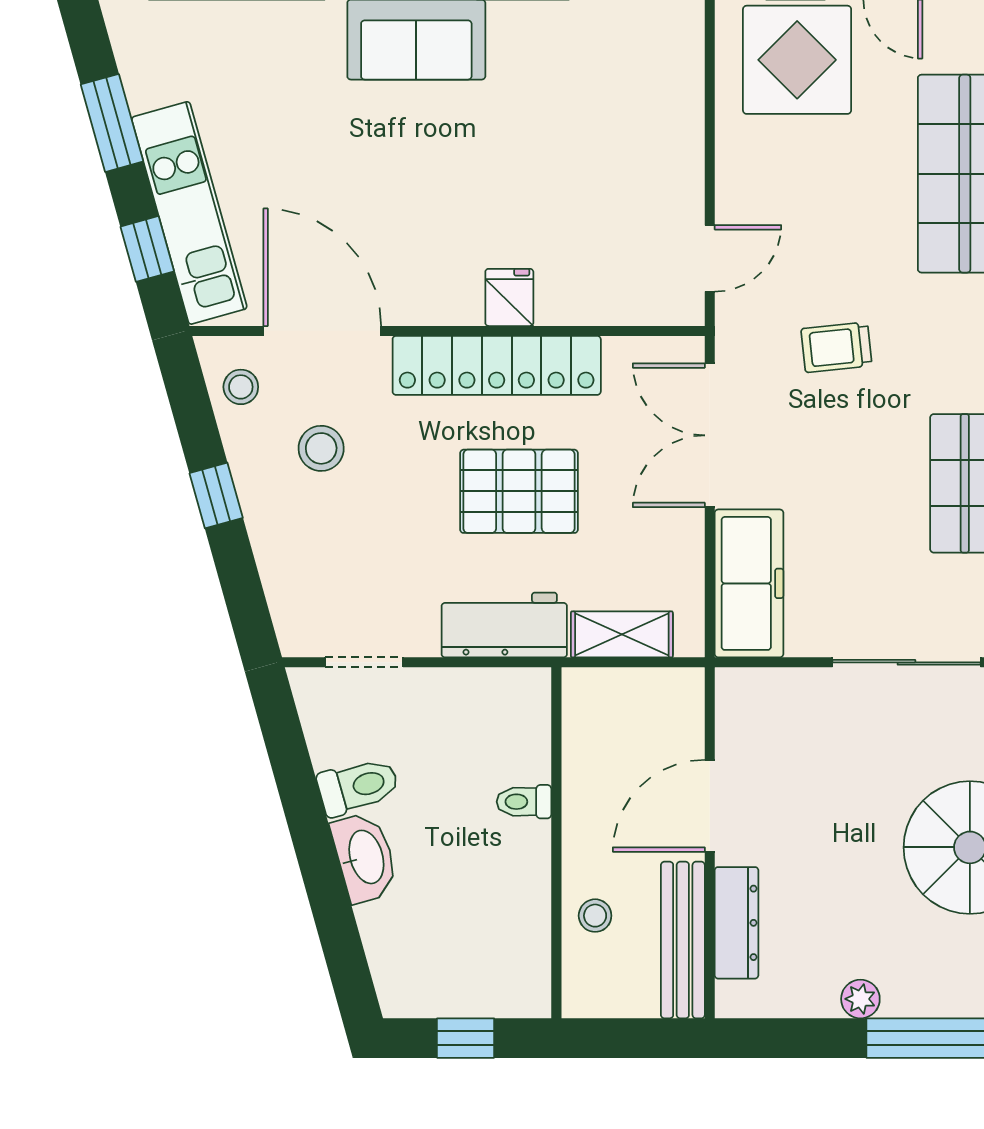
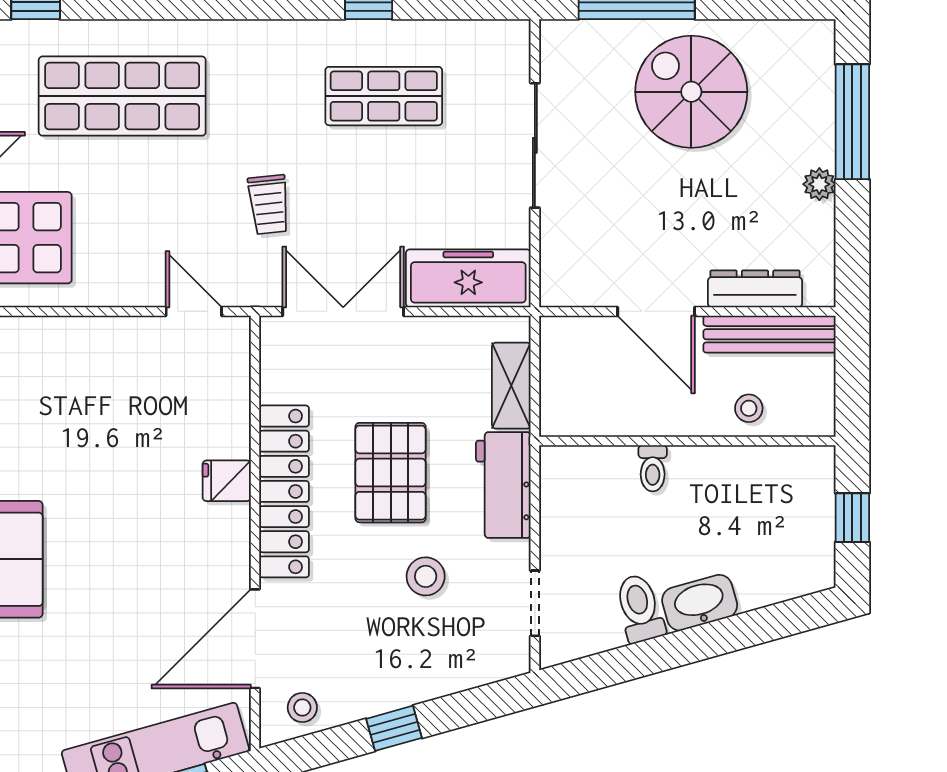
double door: (710, 435) -> (343, 311), swing flipped
stool: (321, 448) -> (426, 576), moved

